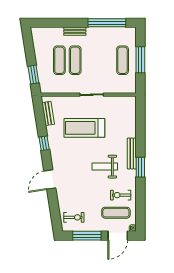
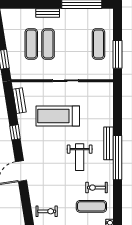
window: (140, 60) -> (117, 54), moved
weight bench: (105, 167) -> (80, 157), turned -90
window: (140, 167) -> (117, 158), width x2.11

